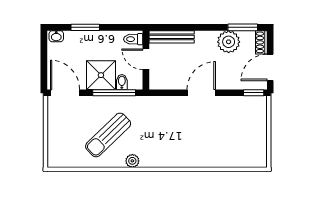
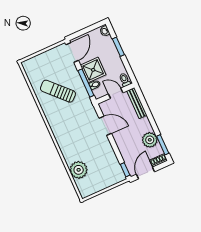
door: (146, 59) -> (116, 93), hinge flipped
door: (270, 67) -> (146, 173), hinge flipped
door: (201, 93) -> (105, 126), moved
plant: (132, 161) -> (79, 170), moved, width x1.87, depth x1.87

